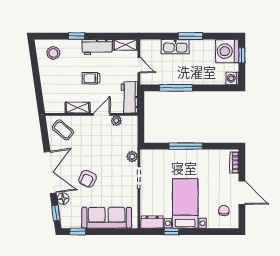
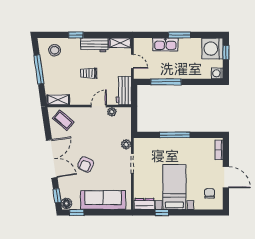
window: (36, 74) -> (39, 69), added
shelving: (78, 108) -> (58, 100), moved
floor lamp: (63, 199) -> (66, 203), moved

